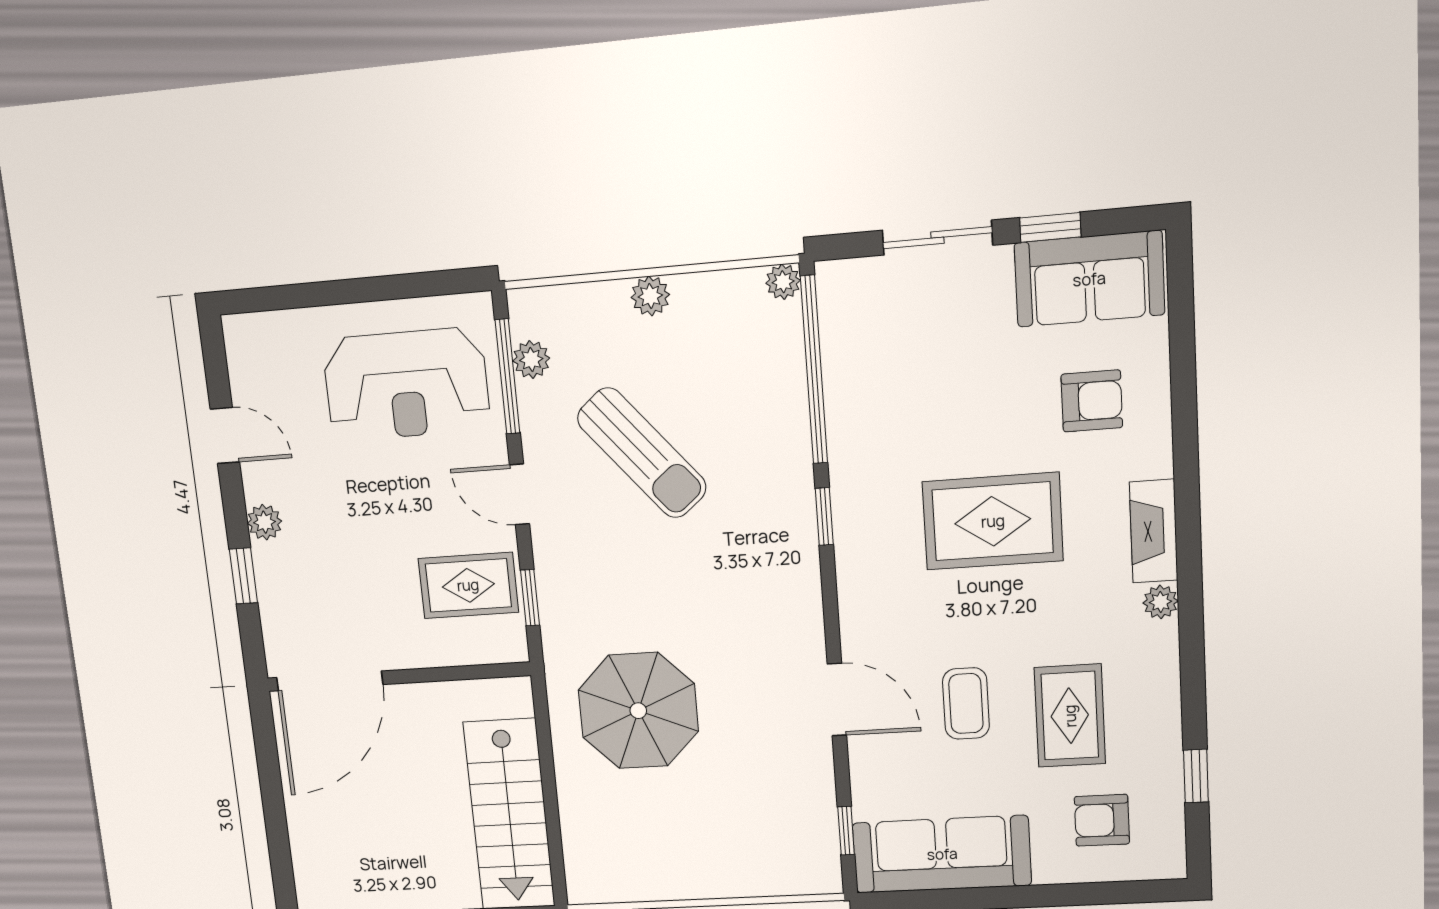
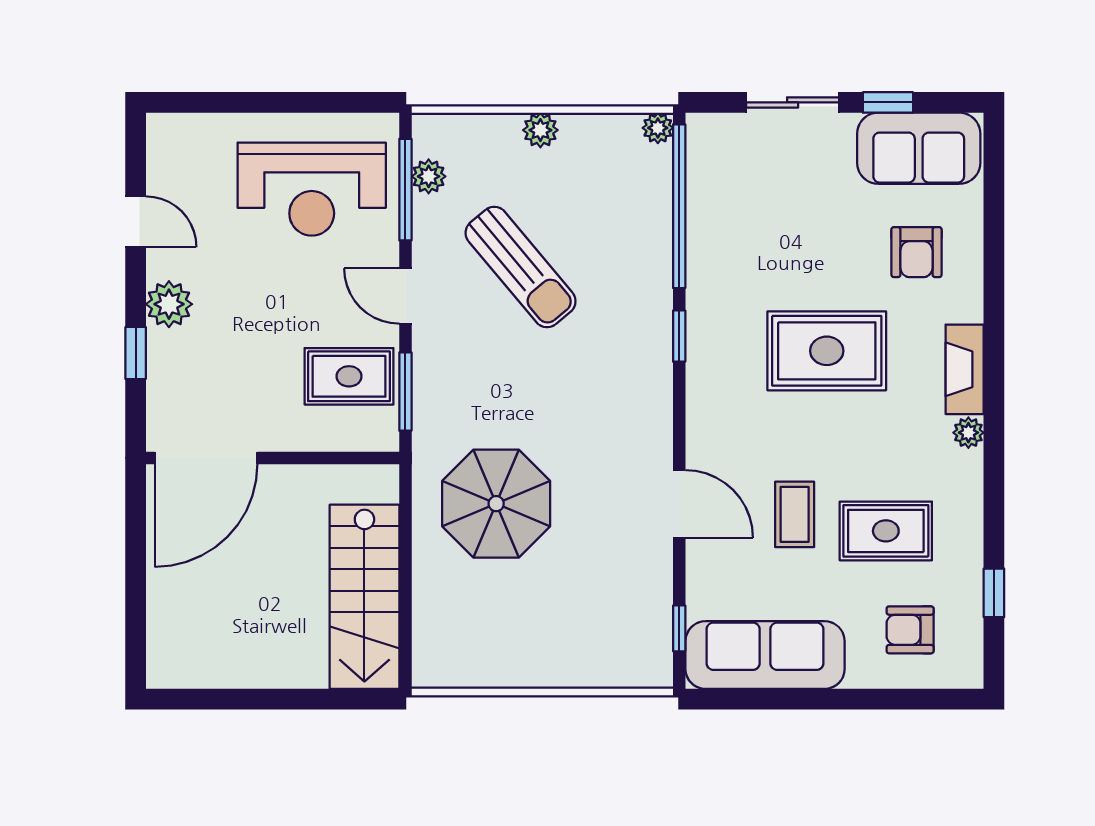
armchair: (1092, 401) -> (916, 252), turned 90
plant: (264, 522) -> (169, 304), width x1.38, depth x1.38
window: (530, 598) -> (405, 392), width x1.50
rug: (1070, 716) -> (886, 531), turned 90

